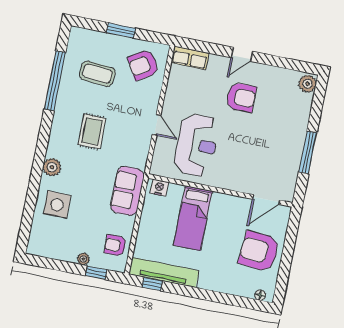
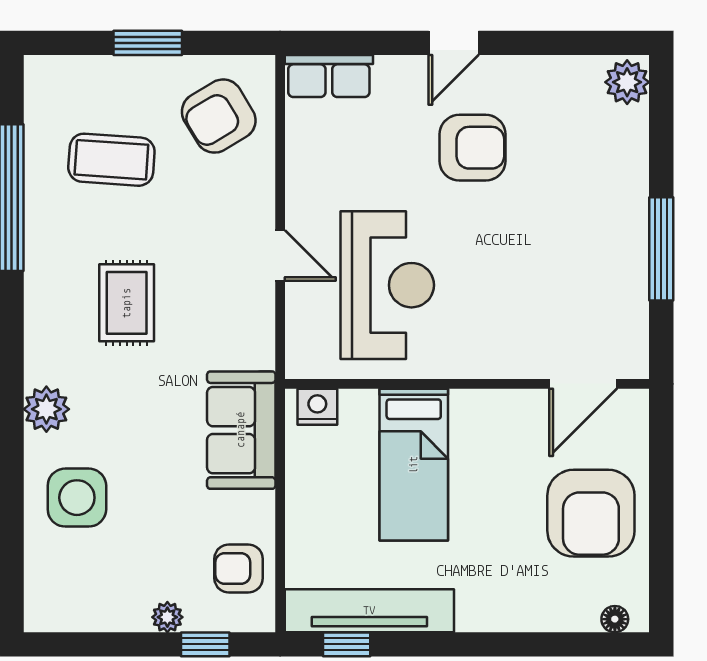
armchair: (259, 251) -> (591, 513), turned -95

